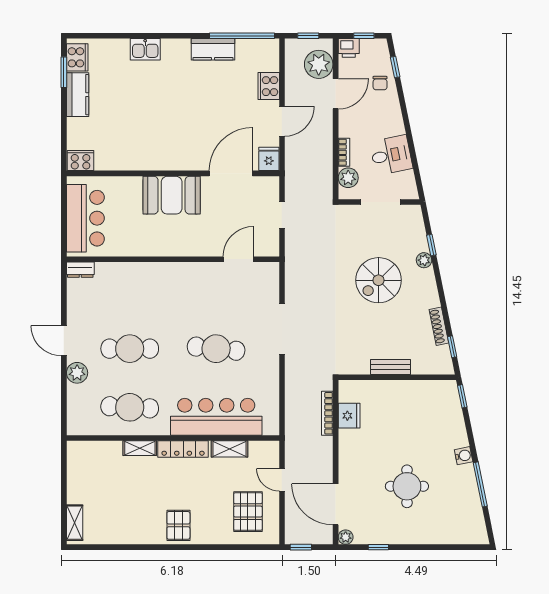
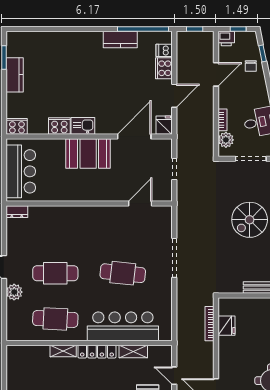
kitchen sink: (145, 49) -> (83, 126), moved, turned 180
cooker: (77, 57) -> (59, 126), moved, turned -90
dishwasher: (269, 63) -> (164, 50), added
plant: (319, 64) -> (203, 51), removed

